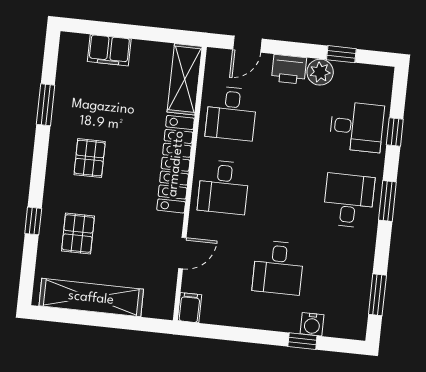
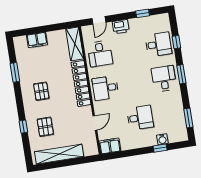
plant: (320, 72) -> (135, 24), removed
desk: (223, 187) -> (105, 88), turned 90
desk: (278, 268) -> (140, 118), turned -90
filing cabinet: (190, 308) -> (110, 146), width x2.00

